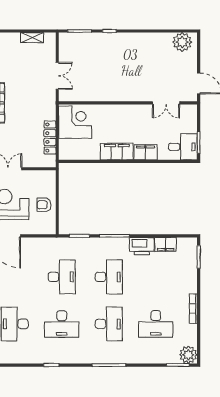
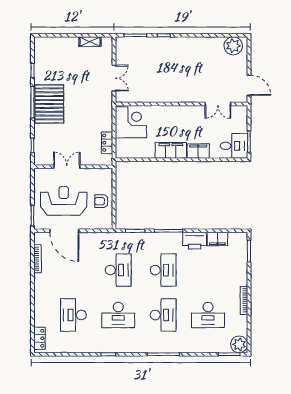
locker: (50, 138) -> (107, 143), width x0.66

